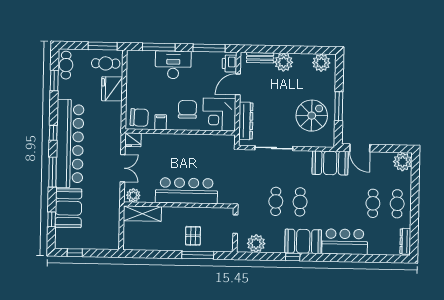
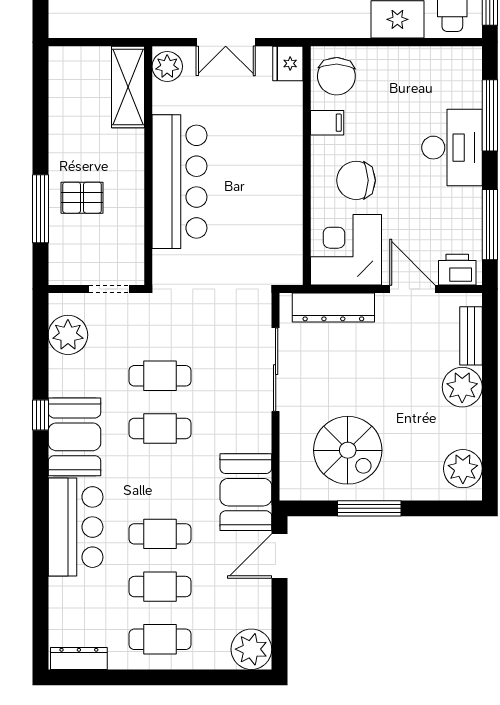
chair: (187, 109) -> (356, 180), turned 180
cafe table: (349, 203) -> (160, 534), added

